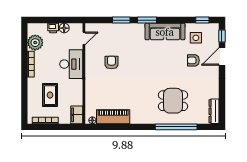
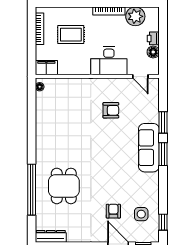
sofa: (165, 32) -> (149, 148), moved
piano: (113, 117) -> (44, 112), removed

